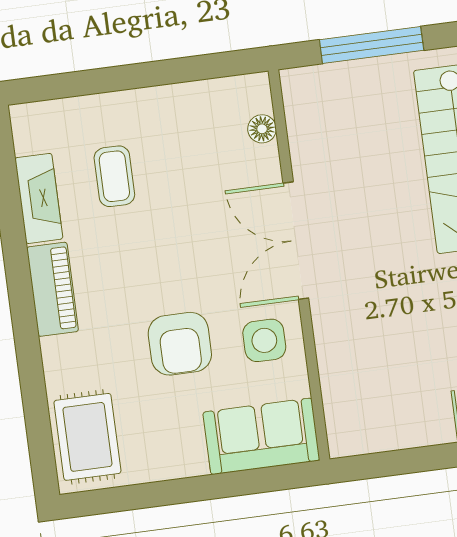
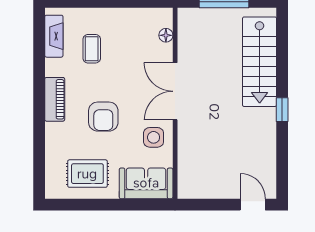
fireplace: (39, 198) -> (54, 36), moved
armchair: (180, 344) -> (103, 117), moved
rug: (87, 437) -> (87, 174), moved, turned 90

